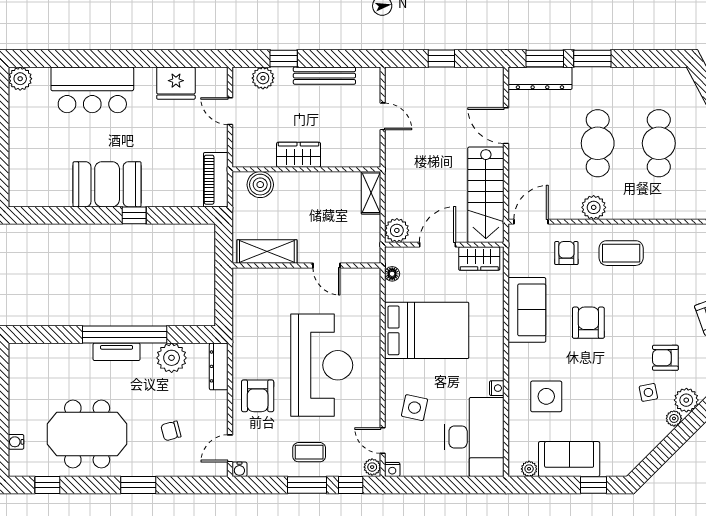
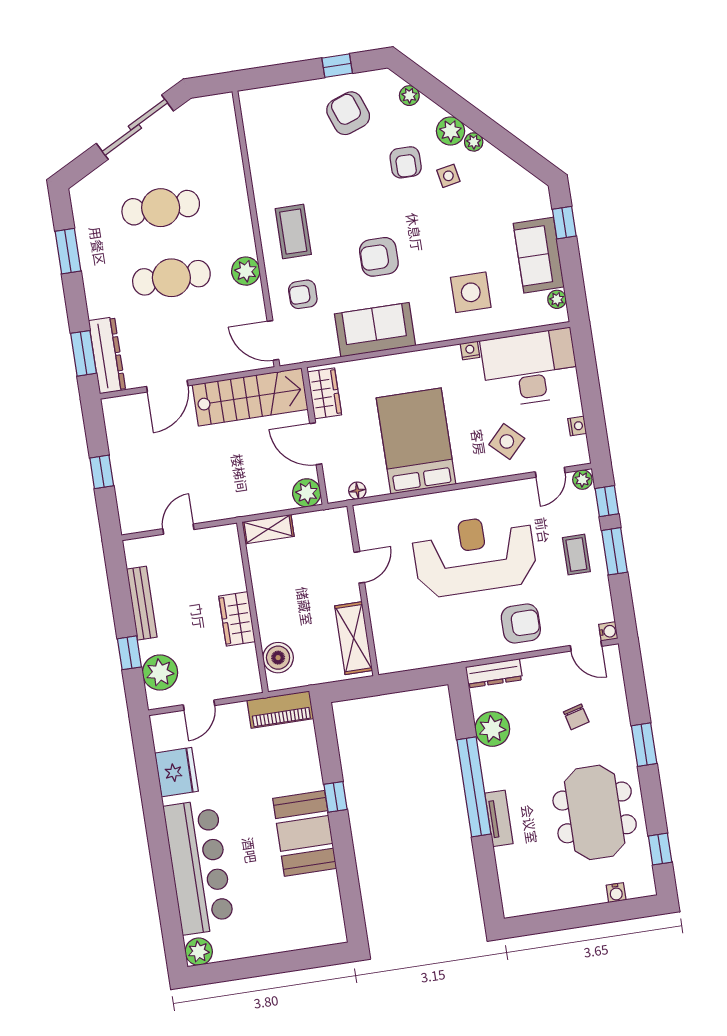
window: (592, 59) -> (68, 251), moved
plant: (263, 78) -> (160, 673), width x1.36, depth x1.36
bar counter: (92, 90) -> (199, 867), width x1.36
tv unit: (117, 352) -> (499, 818), moved
side table: (415, 408) -> (507, 441), turned 32
nightstand: (392, 470) -> (577, 426), moved

